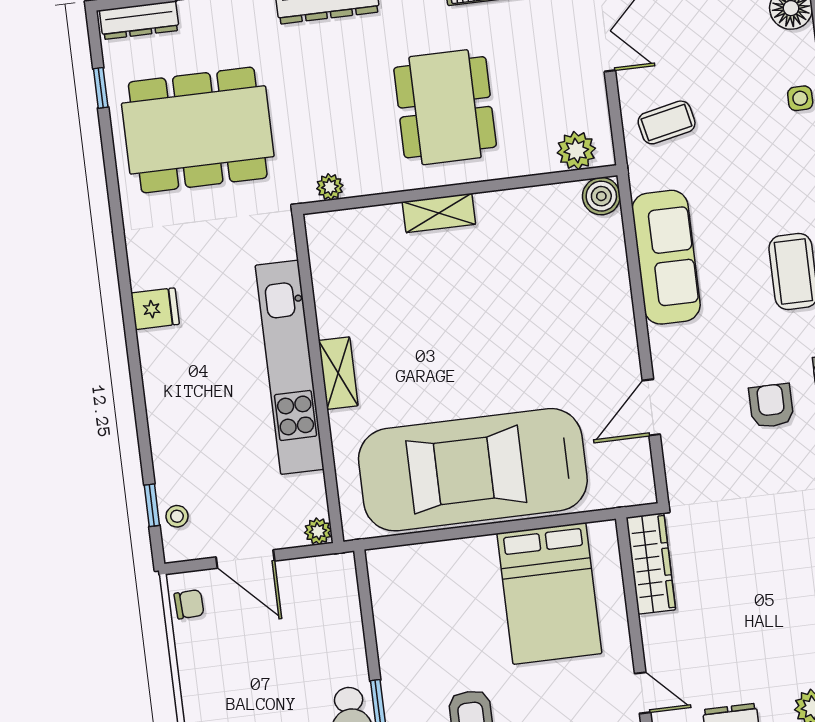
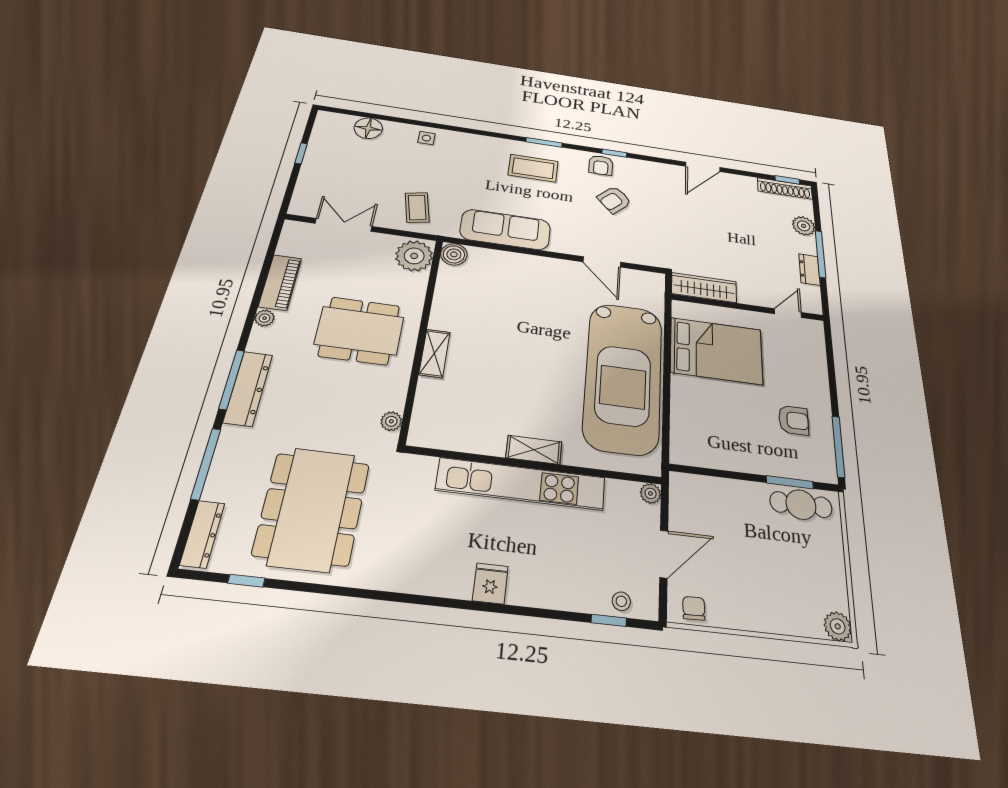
plant: (576, 151) -> (414, 256), width x1.36, depth x1.36
fridge: (155, 309) -> (490, 584), moved
armchair: (771, 406) -> (614, 200), turned -44

